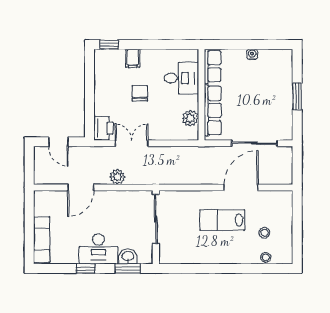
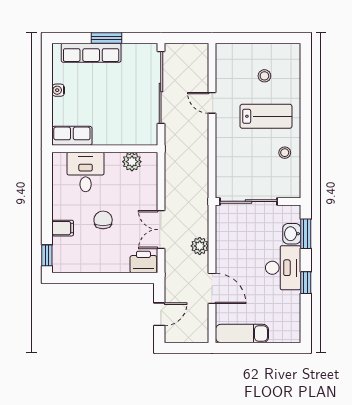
chair: (140, 93) -> (103, 220), turned 90
row of seats: (213, 110) -> (91, 53), moved, turned 180
sliding door: (254, 143) -> (161, 88), width x1.36
door: (241, 187) -> (212, 103), width x0.53
lab bench: (222, 220) -> (266, 116), moved, turned -90
exam couch: (42, 240) -> (242, 333), moved
stool: (266, 257) -> (285, 153), moved

